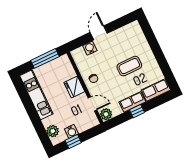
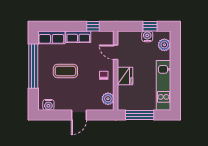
water cooler: (90, 48) -> (48, 105), moved
window: (160, 57) -> (33, 66), added
window: (137, 111) -> (93, 26), moved
plant: (106, 114) -> (108, 99), moved

